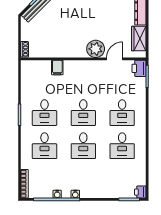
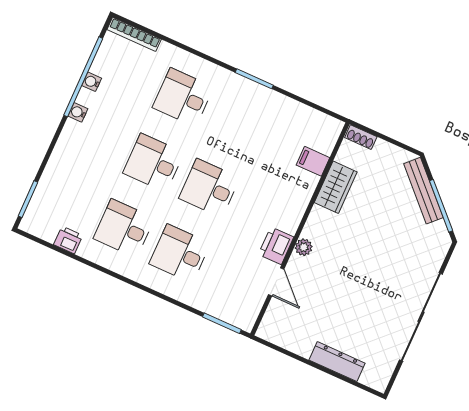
wardrobe: (139, 39) -> (336, 187), moved, turned 90
plant: (96, 49) -> (304, 247), width x0.53, depth x0.53
filing cabinet: (57, 68) -> (313, 161), moved
printer: (139, 68) -> (276, 246), moved, turned -90
desk: (44, 113) -> (239, 123), removed
printer: (140, 192) -> (68, 240), moved

